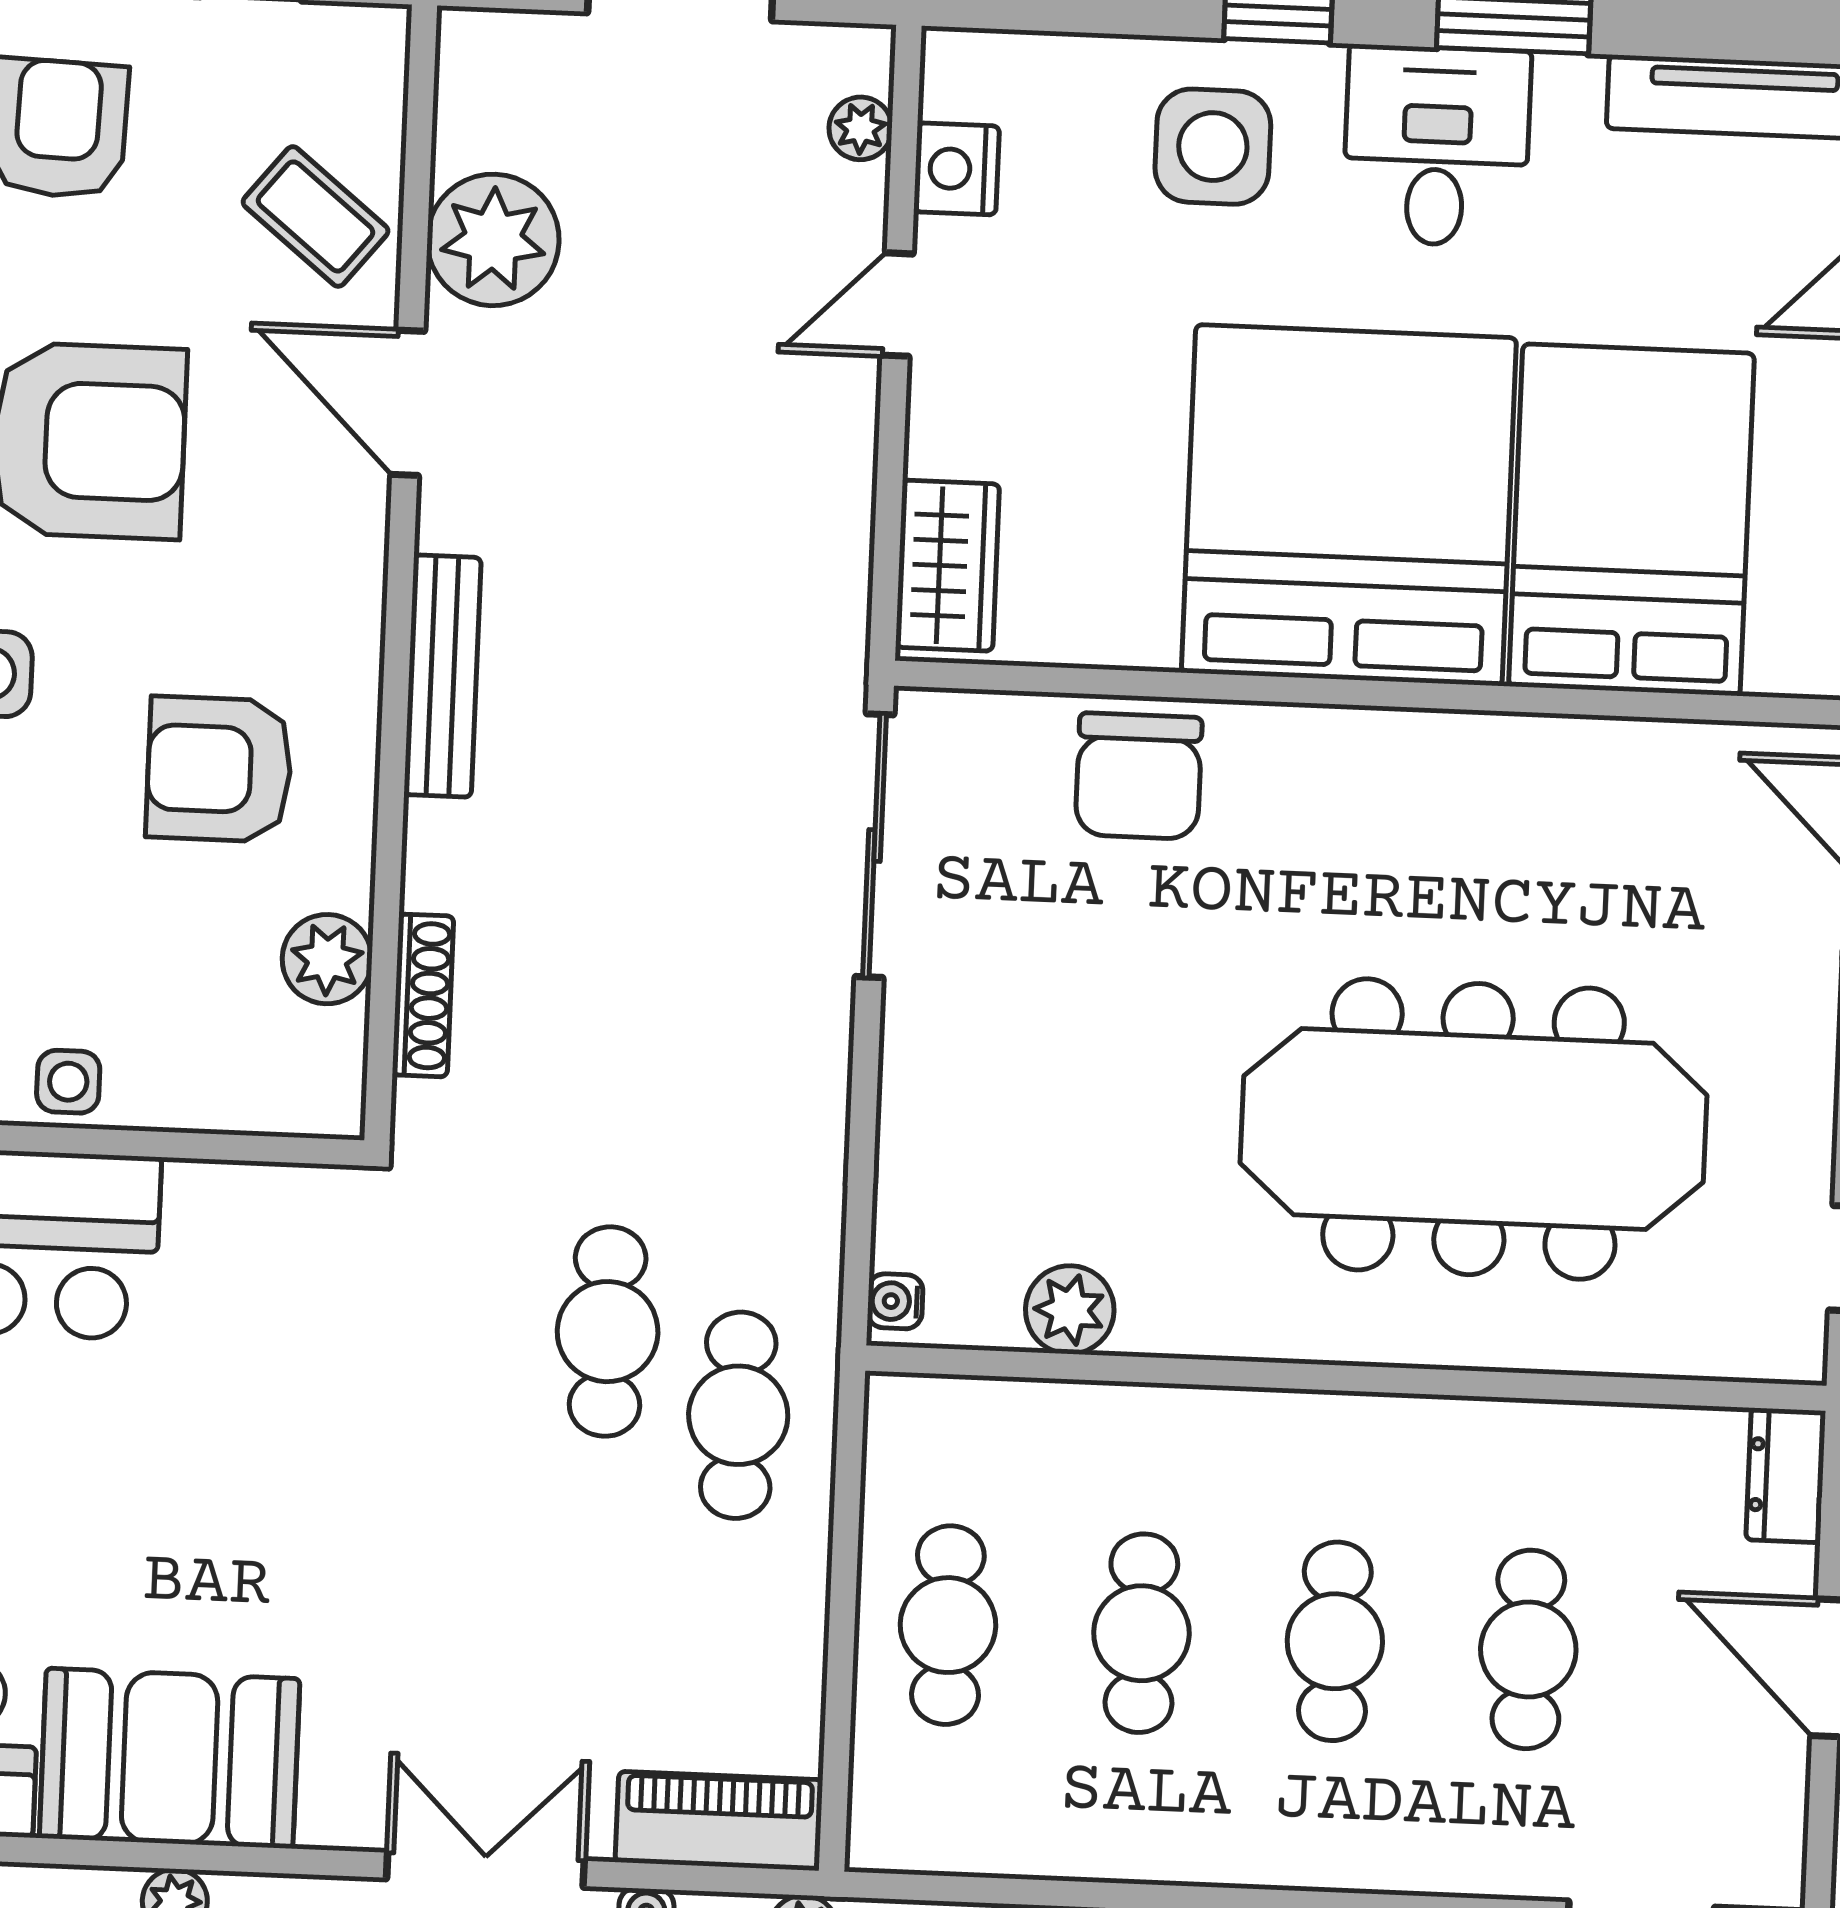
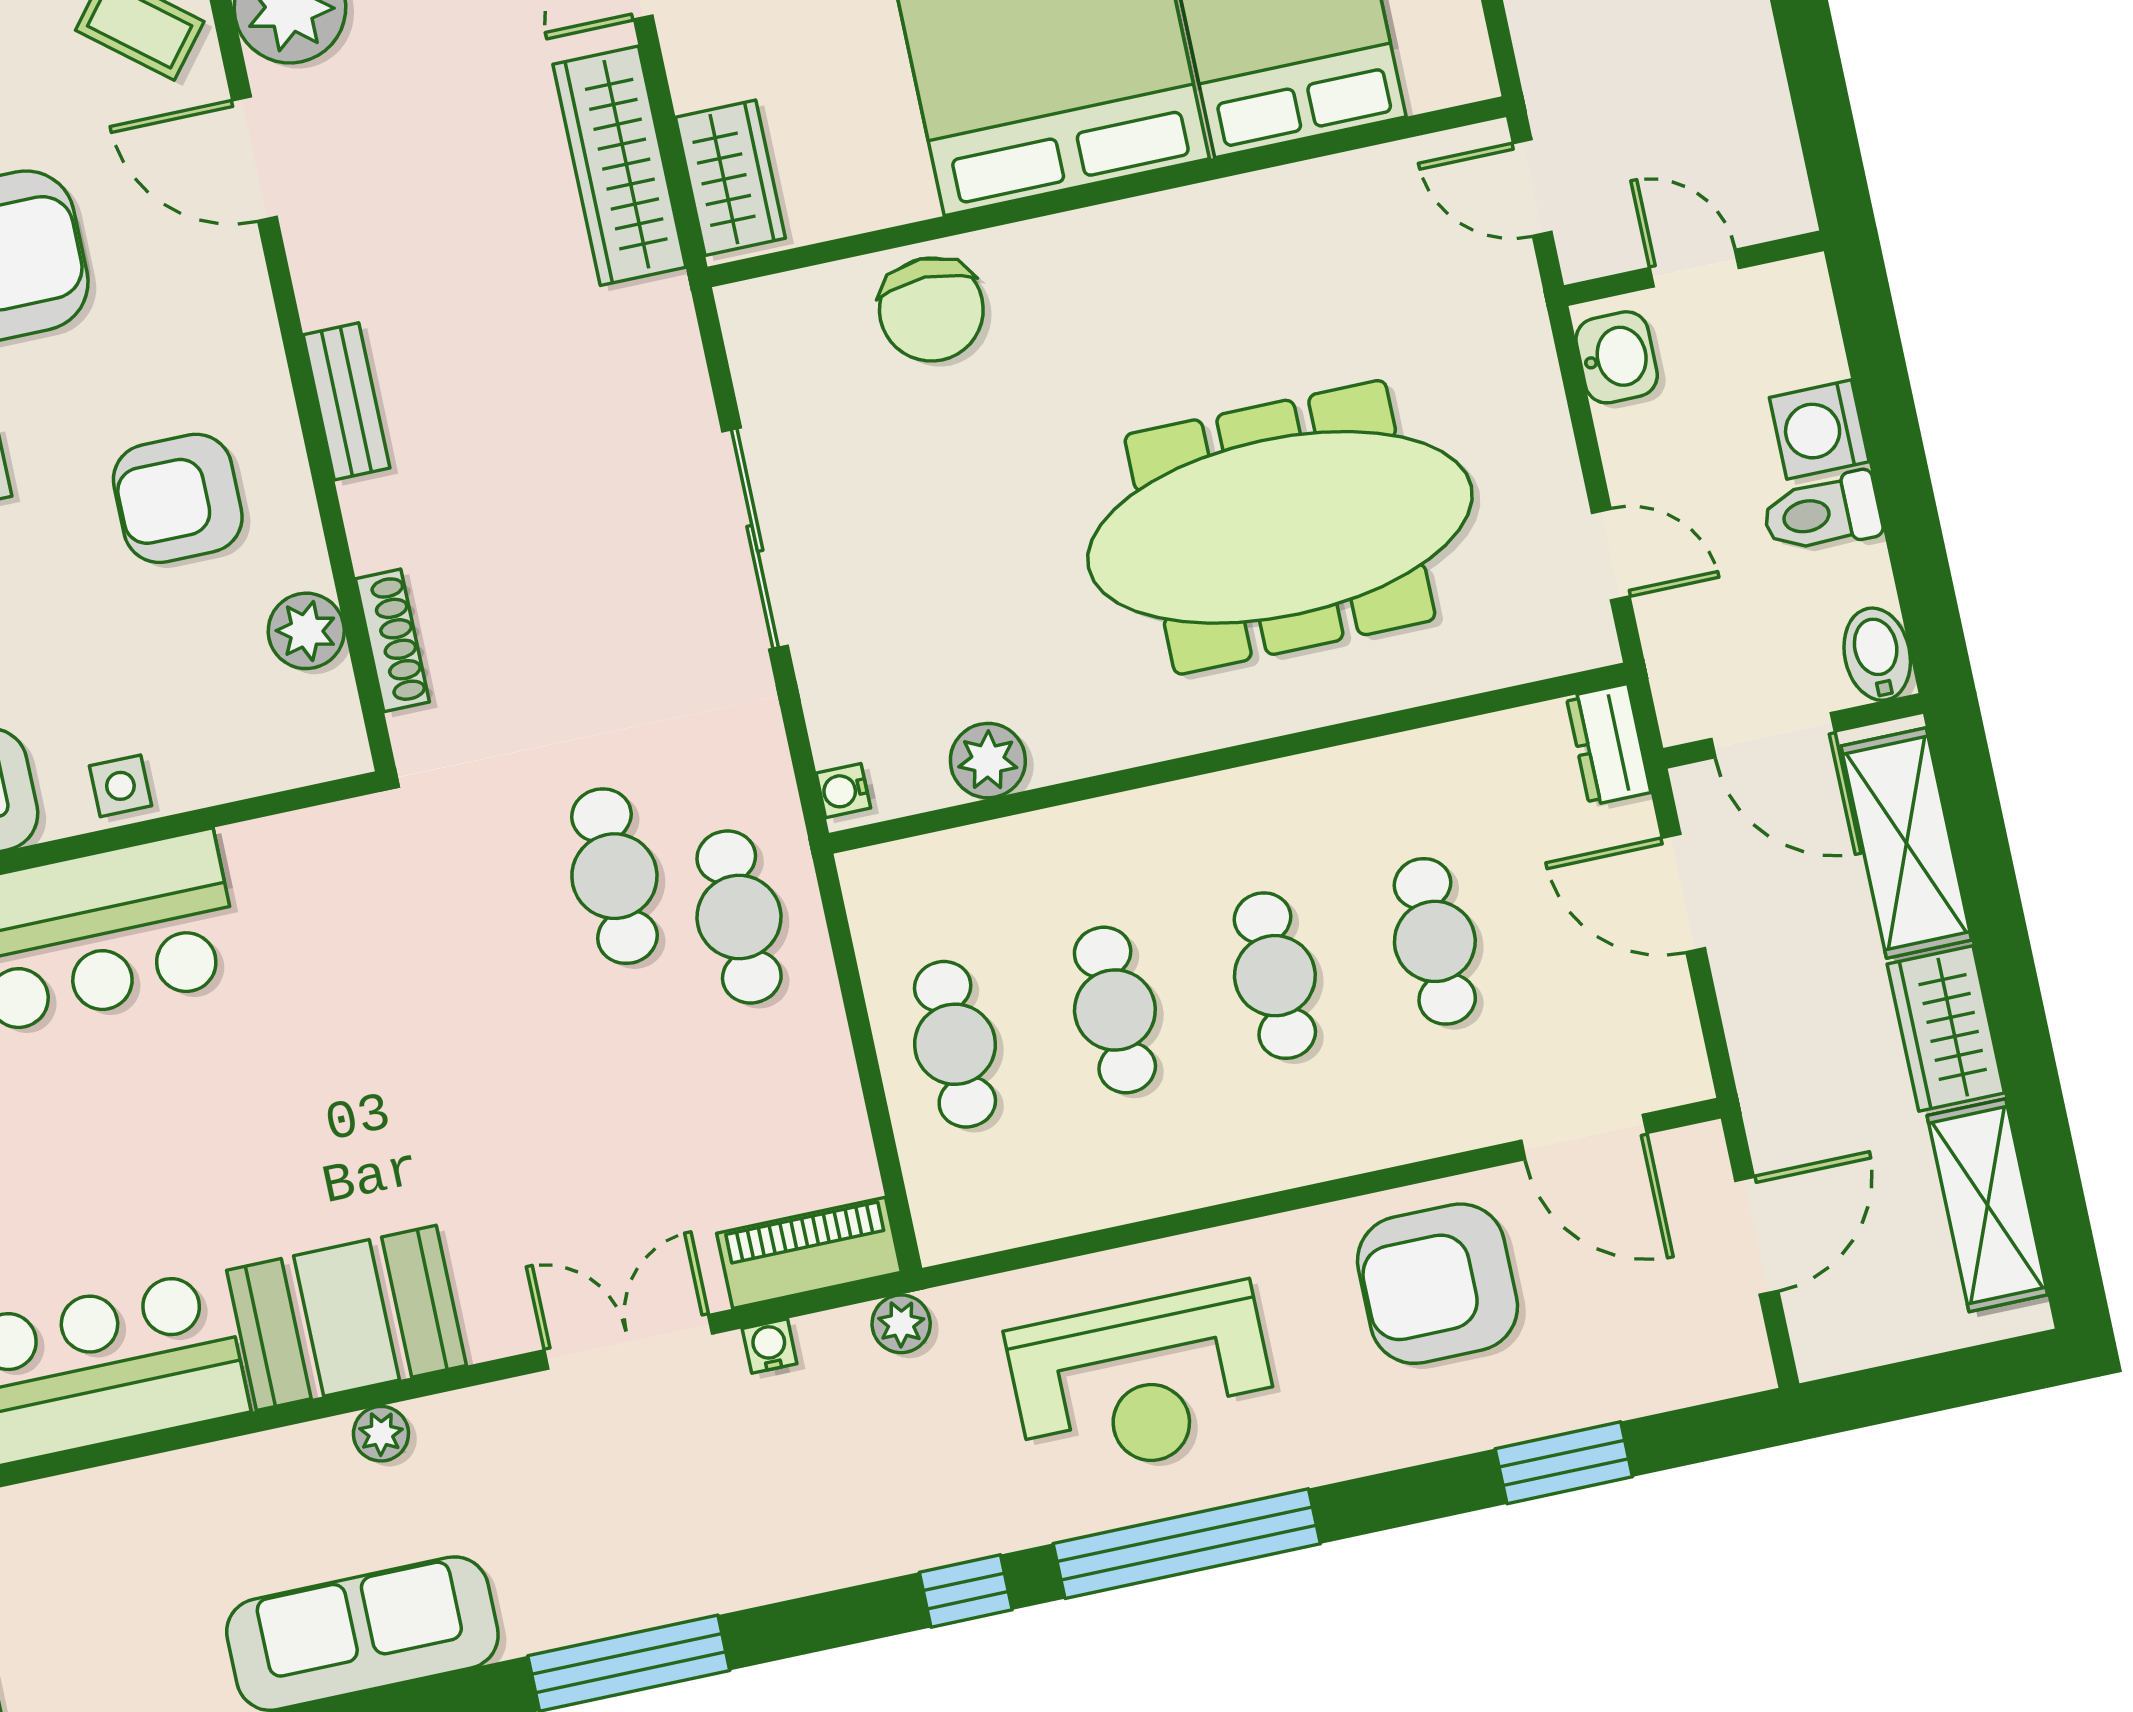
wardrobe: (824, 519) -> (619, 166), added
bench: (443, 676) -> (346, 401), width x0.73
sliding door: (875, 846) -> (755, 538), moved

